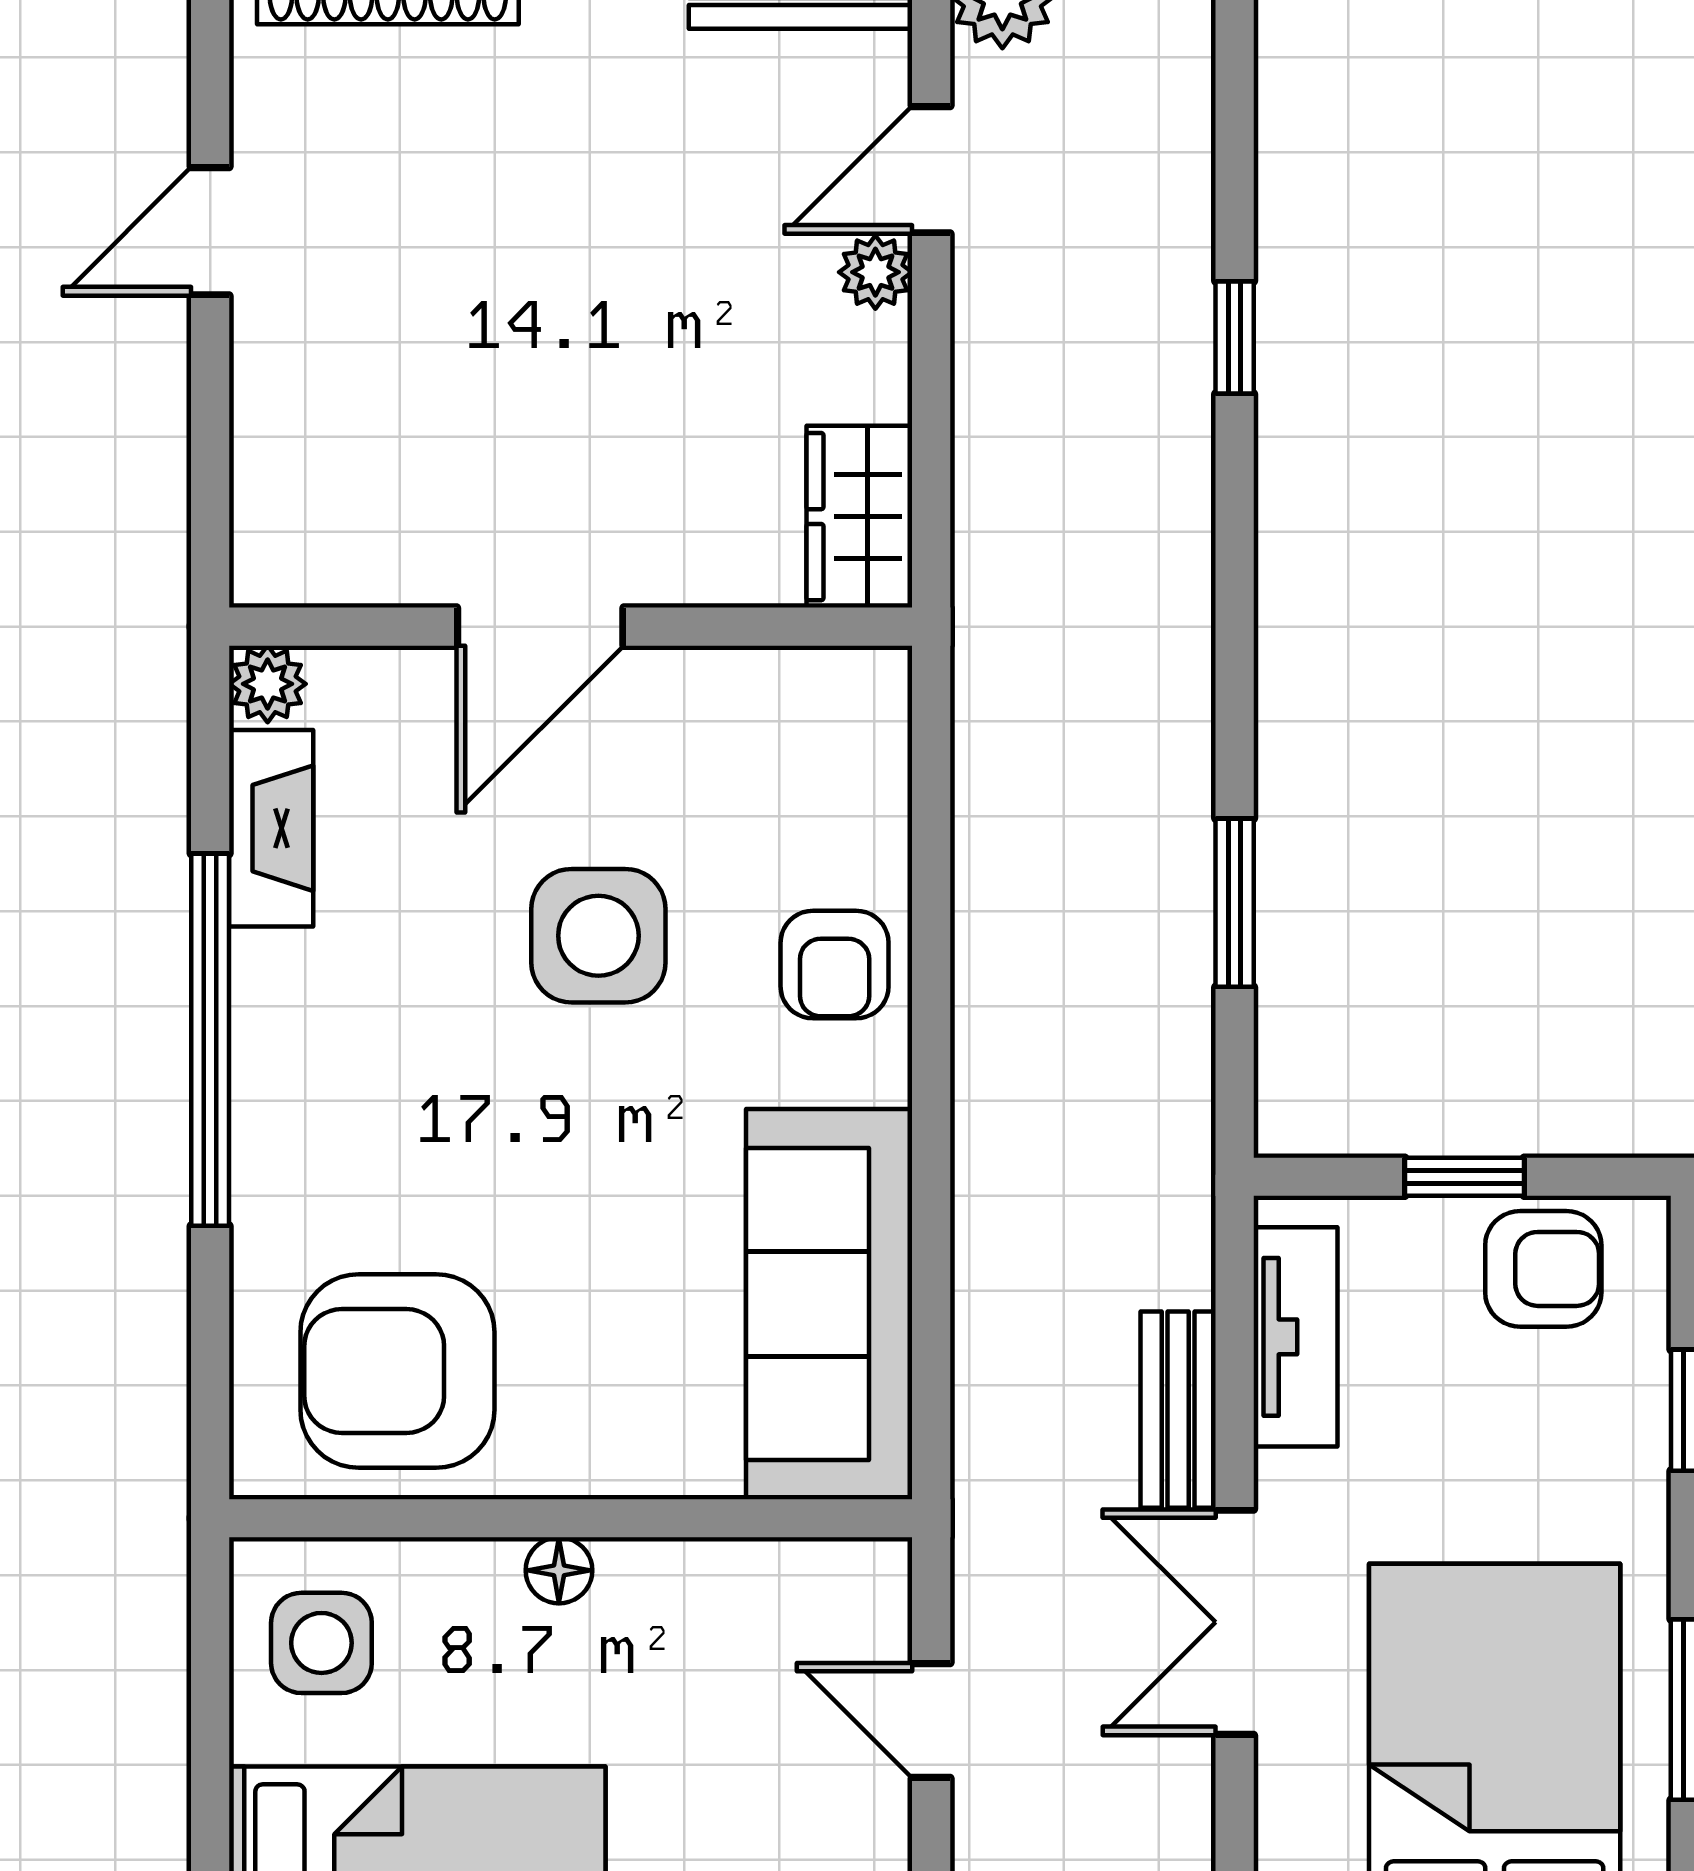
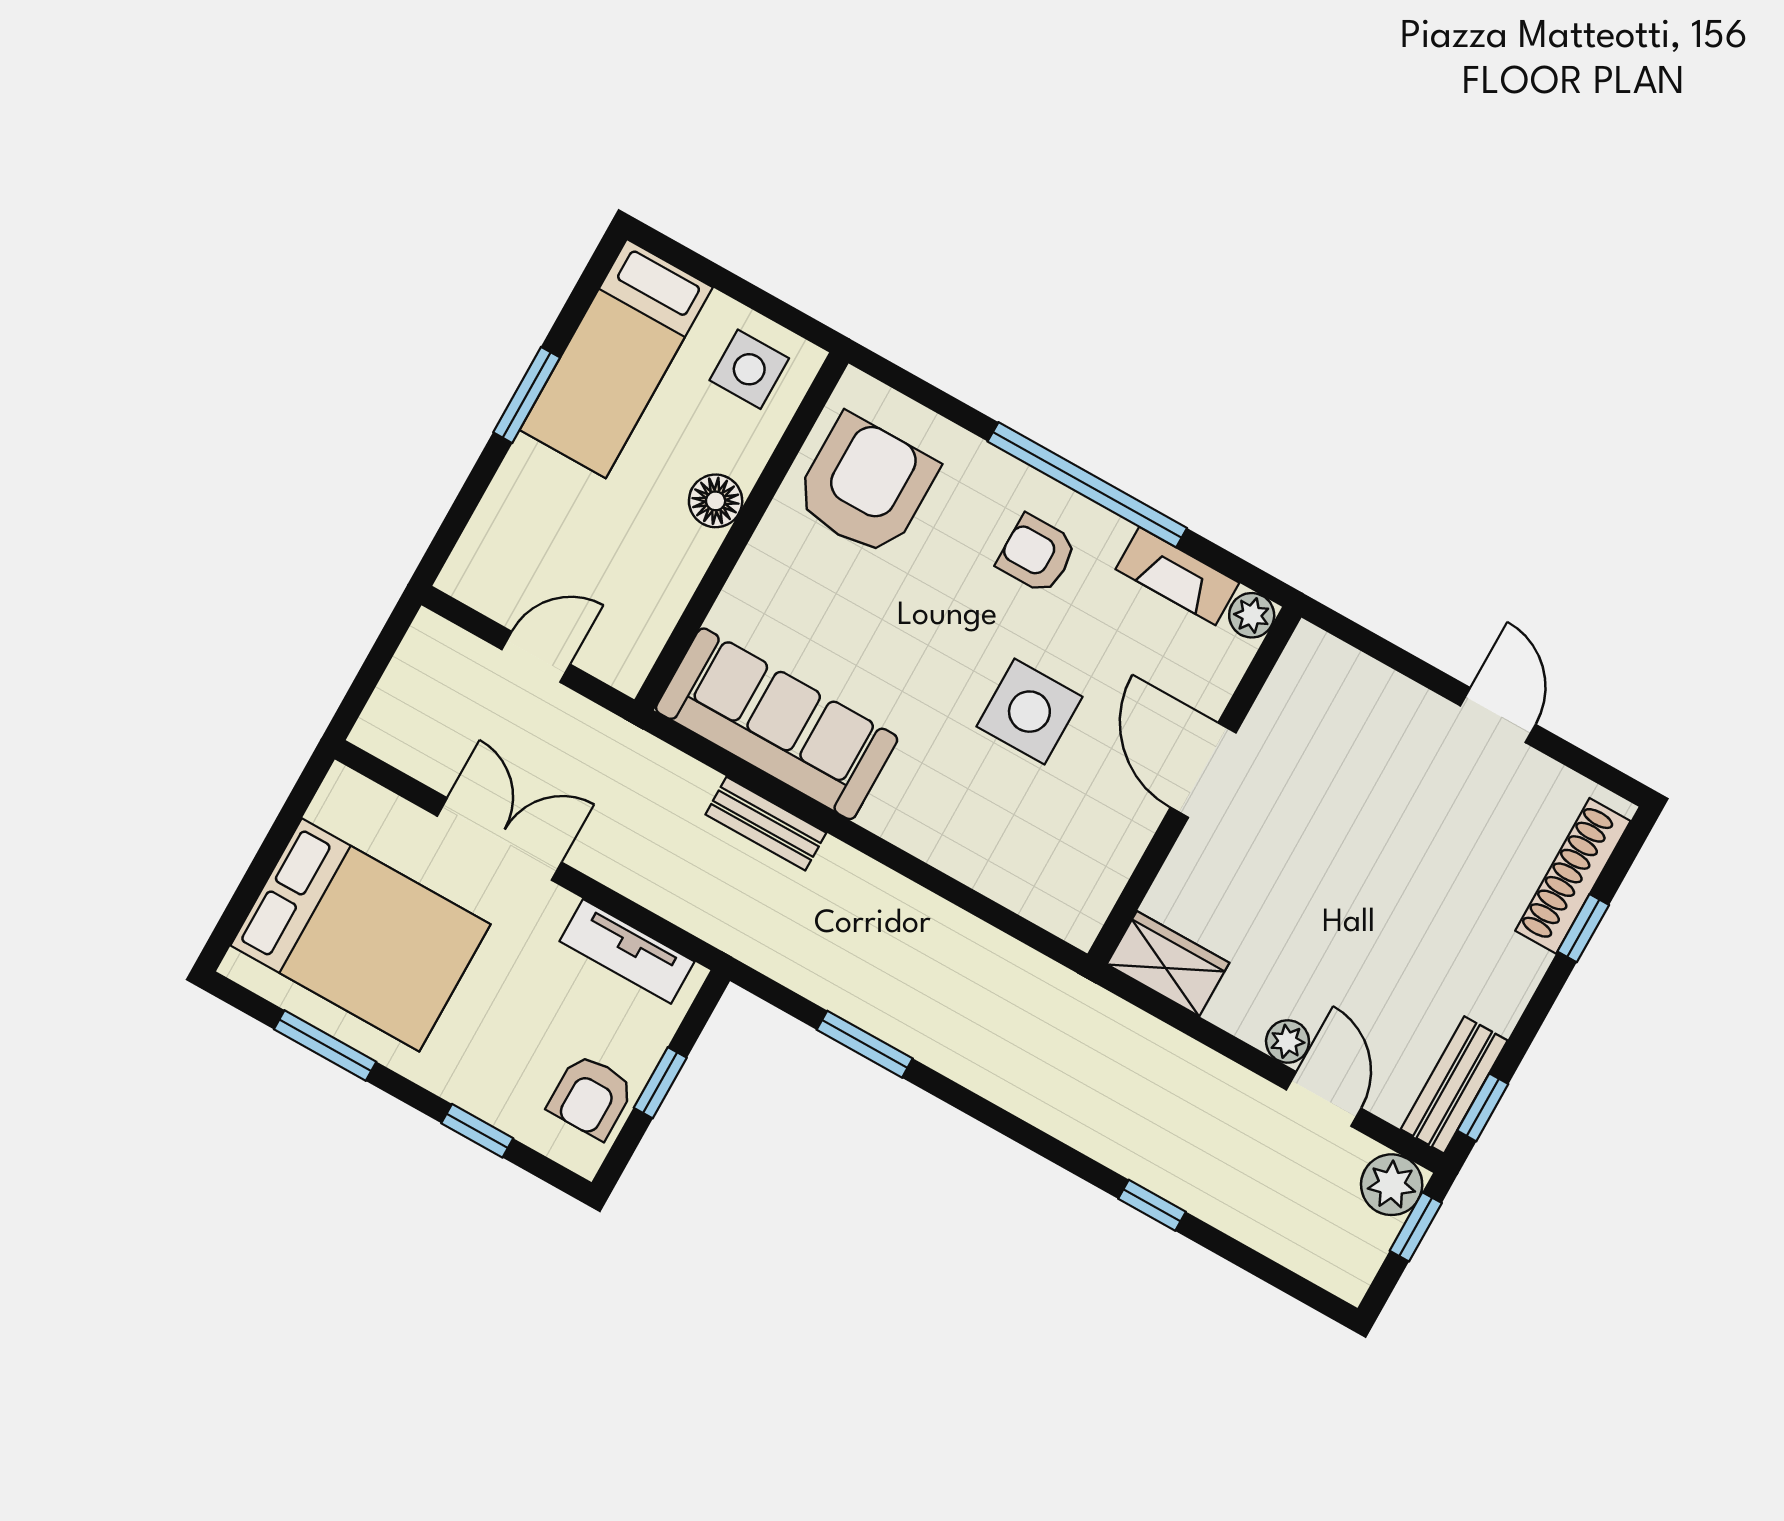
armchair: (835, 965) -> (1037, 554), moved
bench: (1178, 1410) -> (766, 824), moved
floor lamp: (559, 1570) -> (716, 501), width x1.37, depth x1.37

